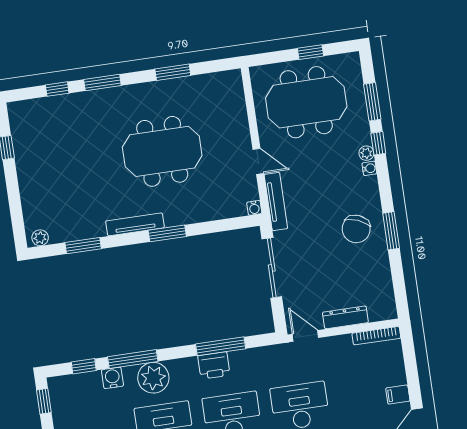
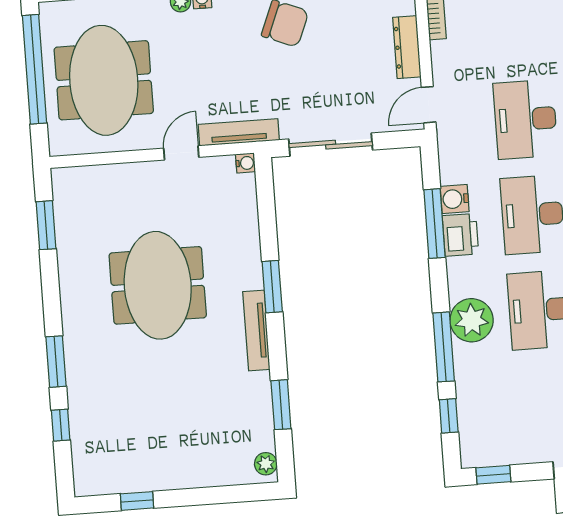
window: (311, 52) -> (35, 69), width x3.17
window: (173, 72) -> (46, 225), moved
water cooler: (112, 378) -> (455, 199), moved

